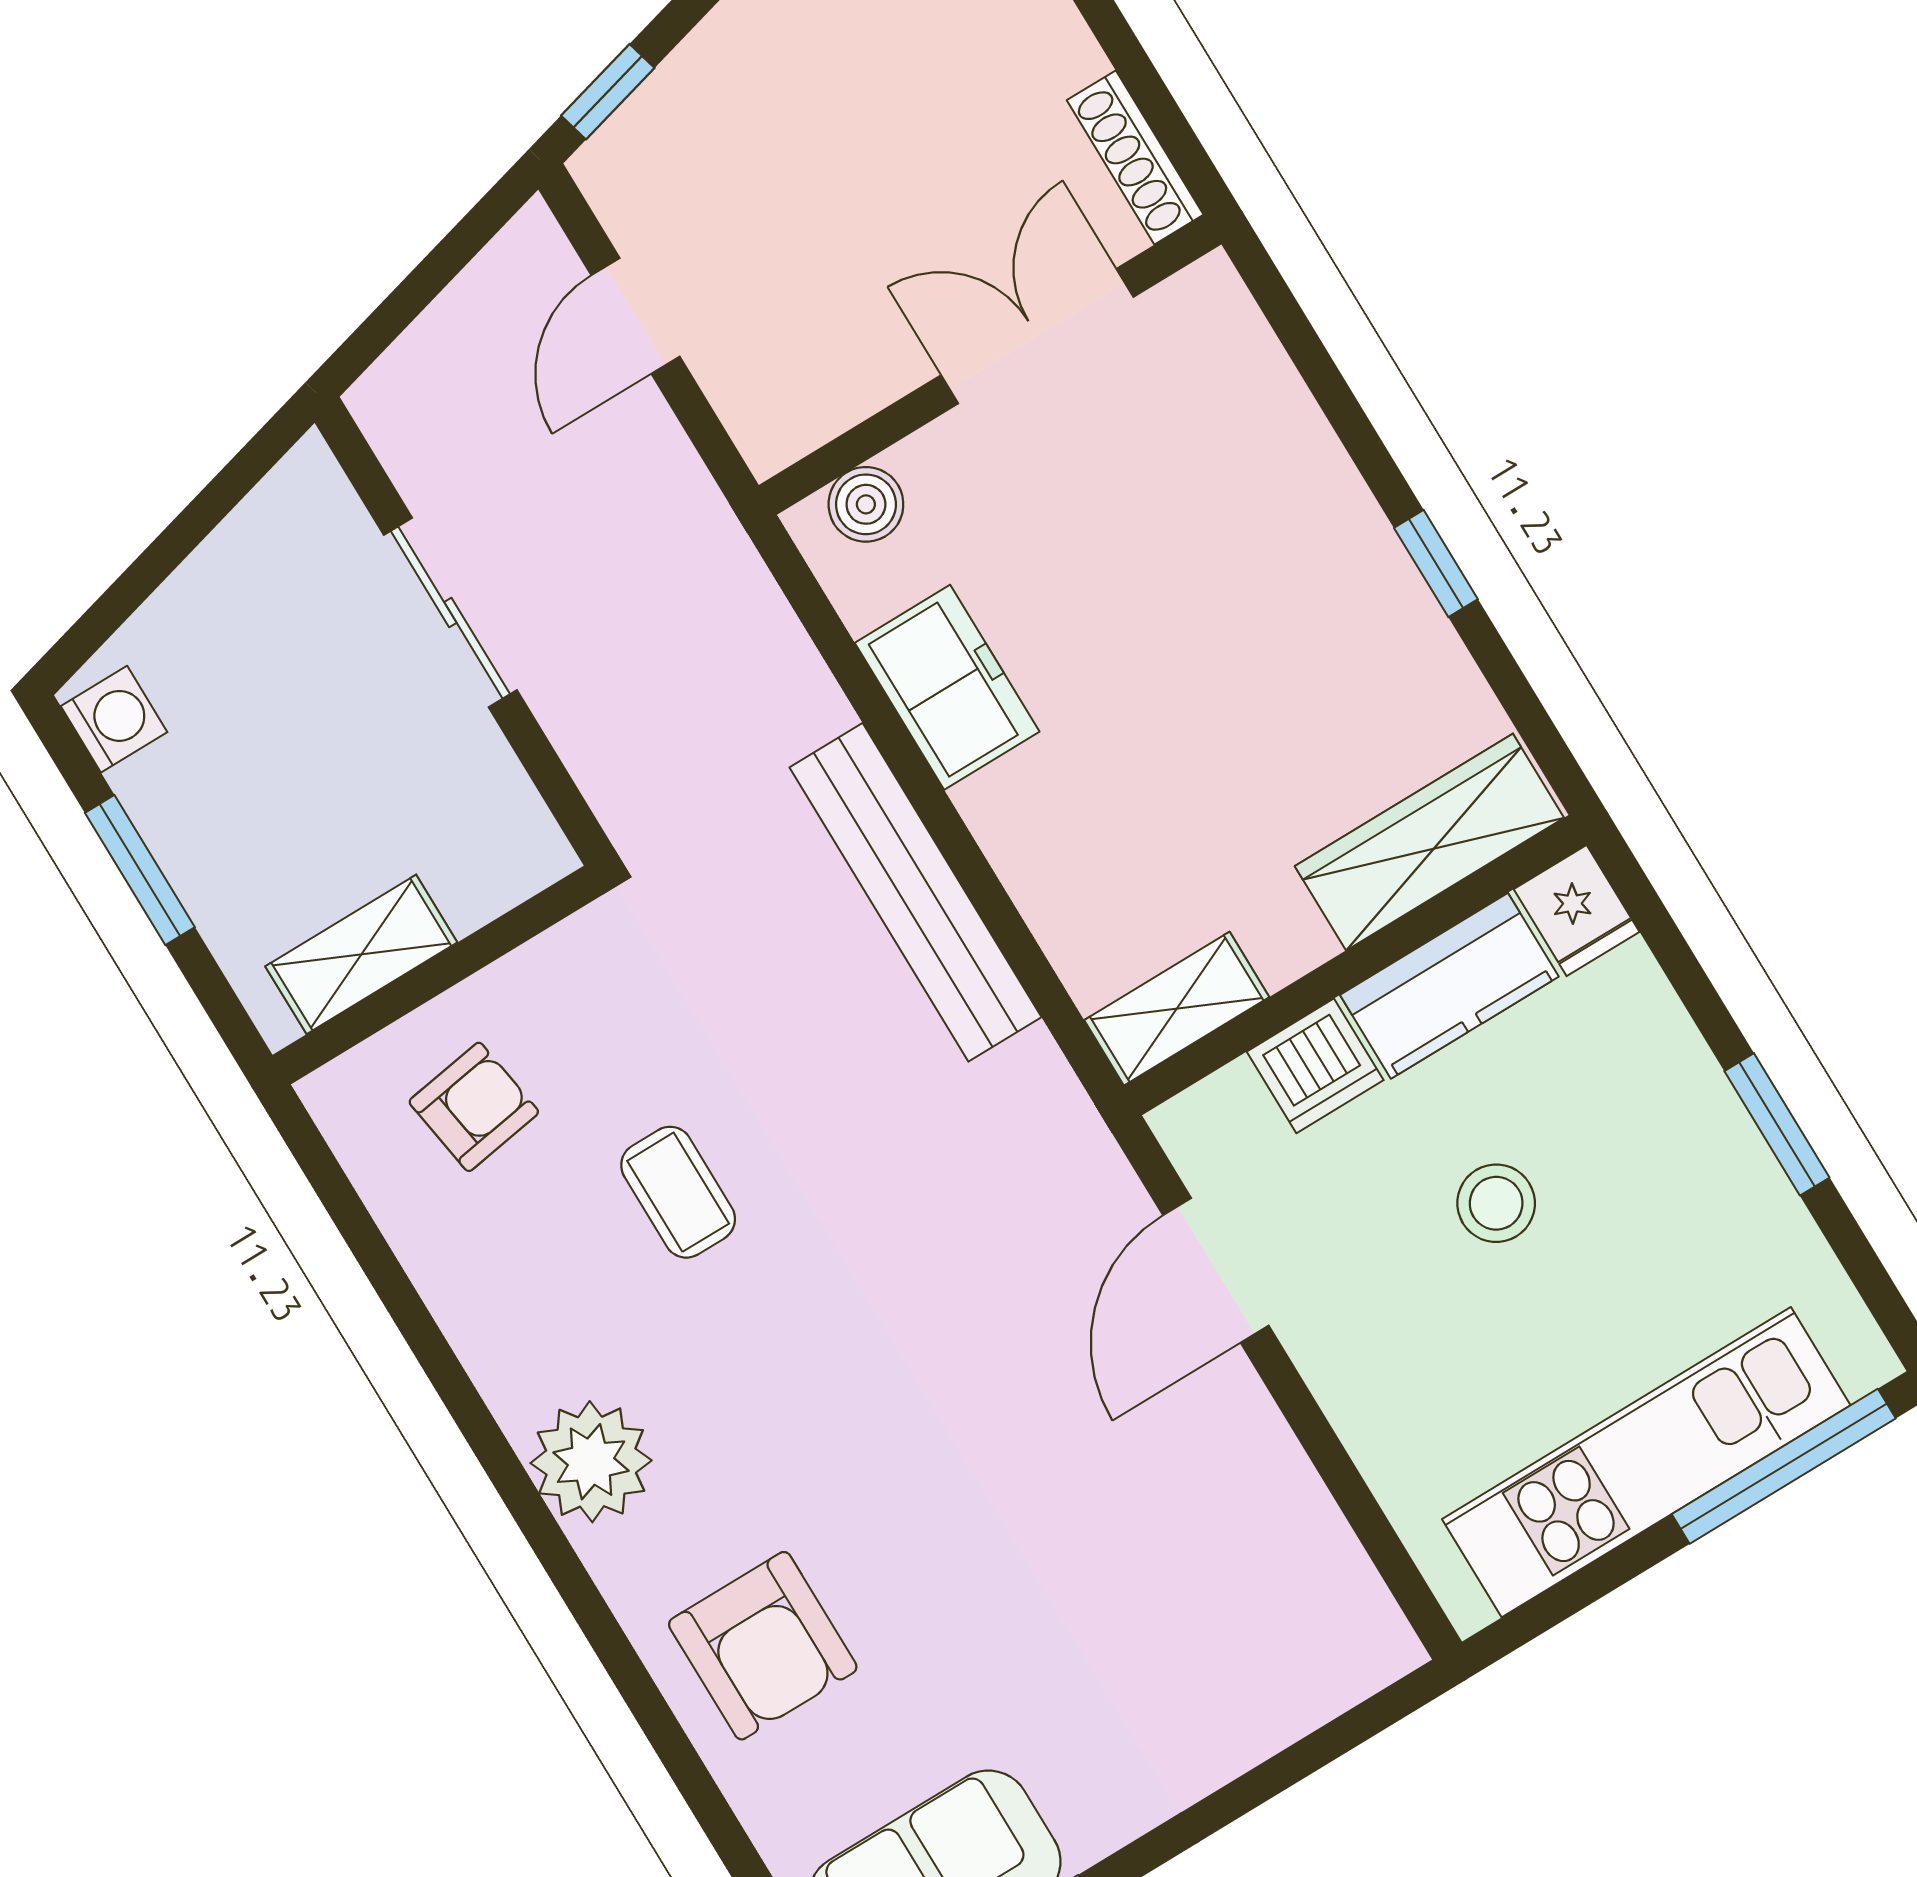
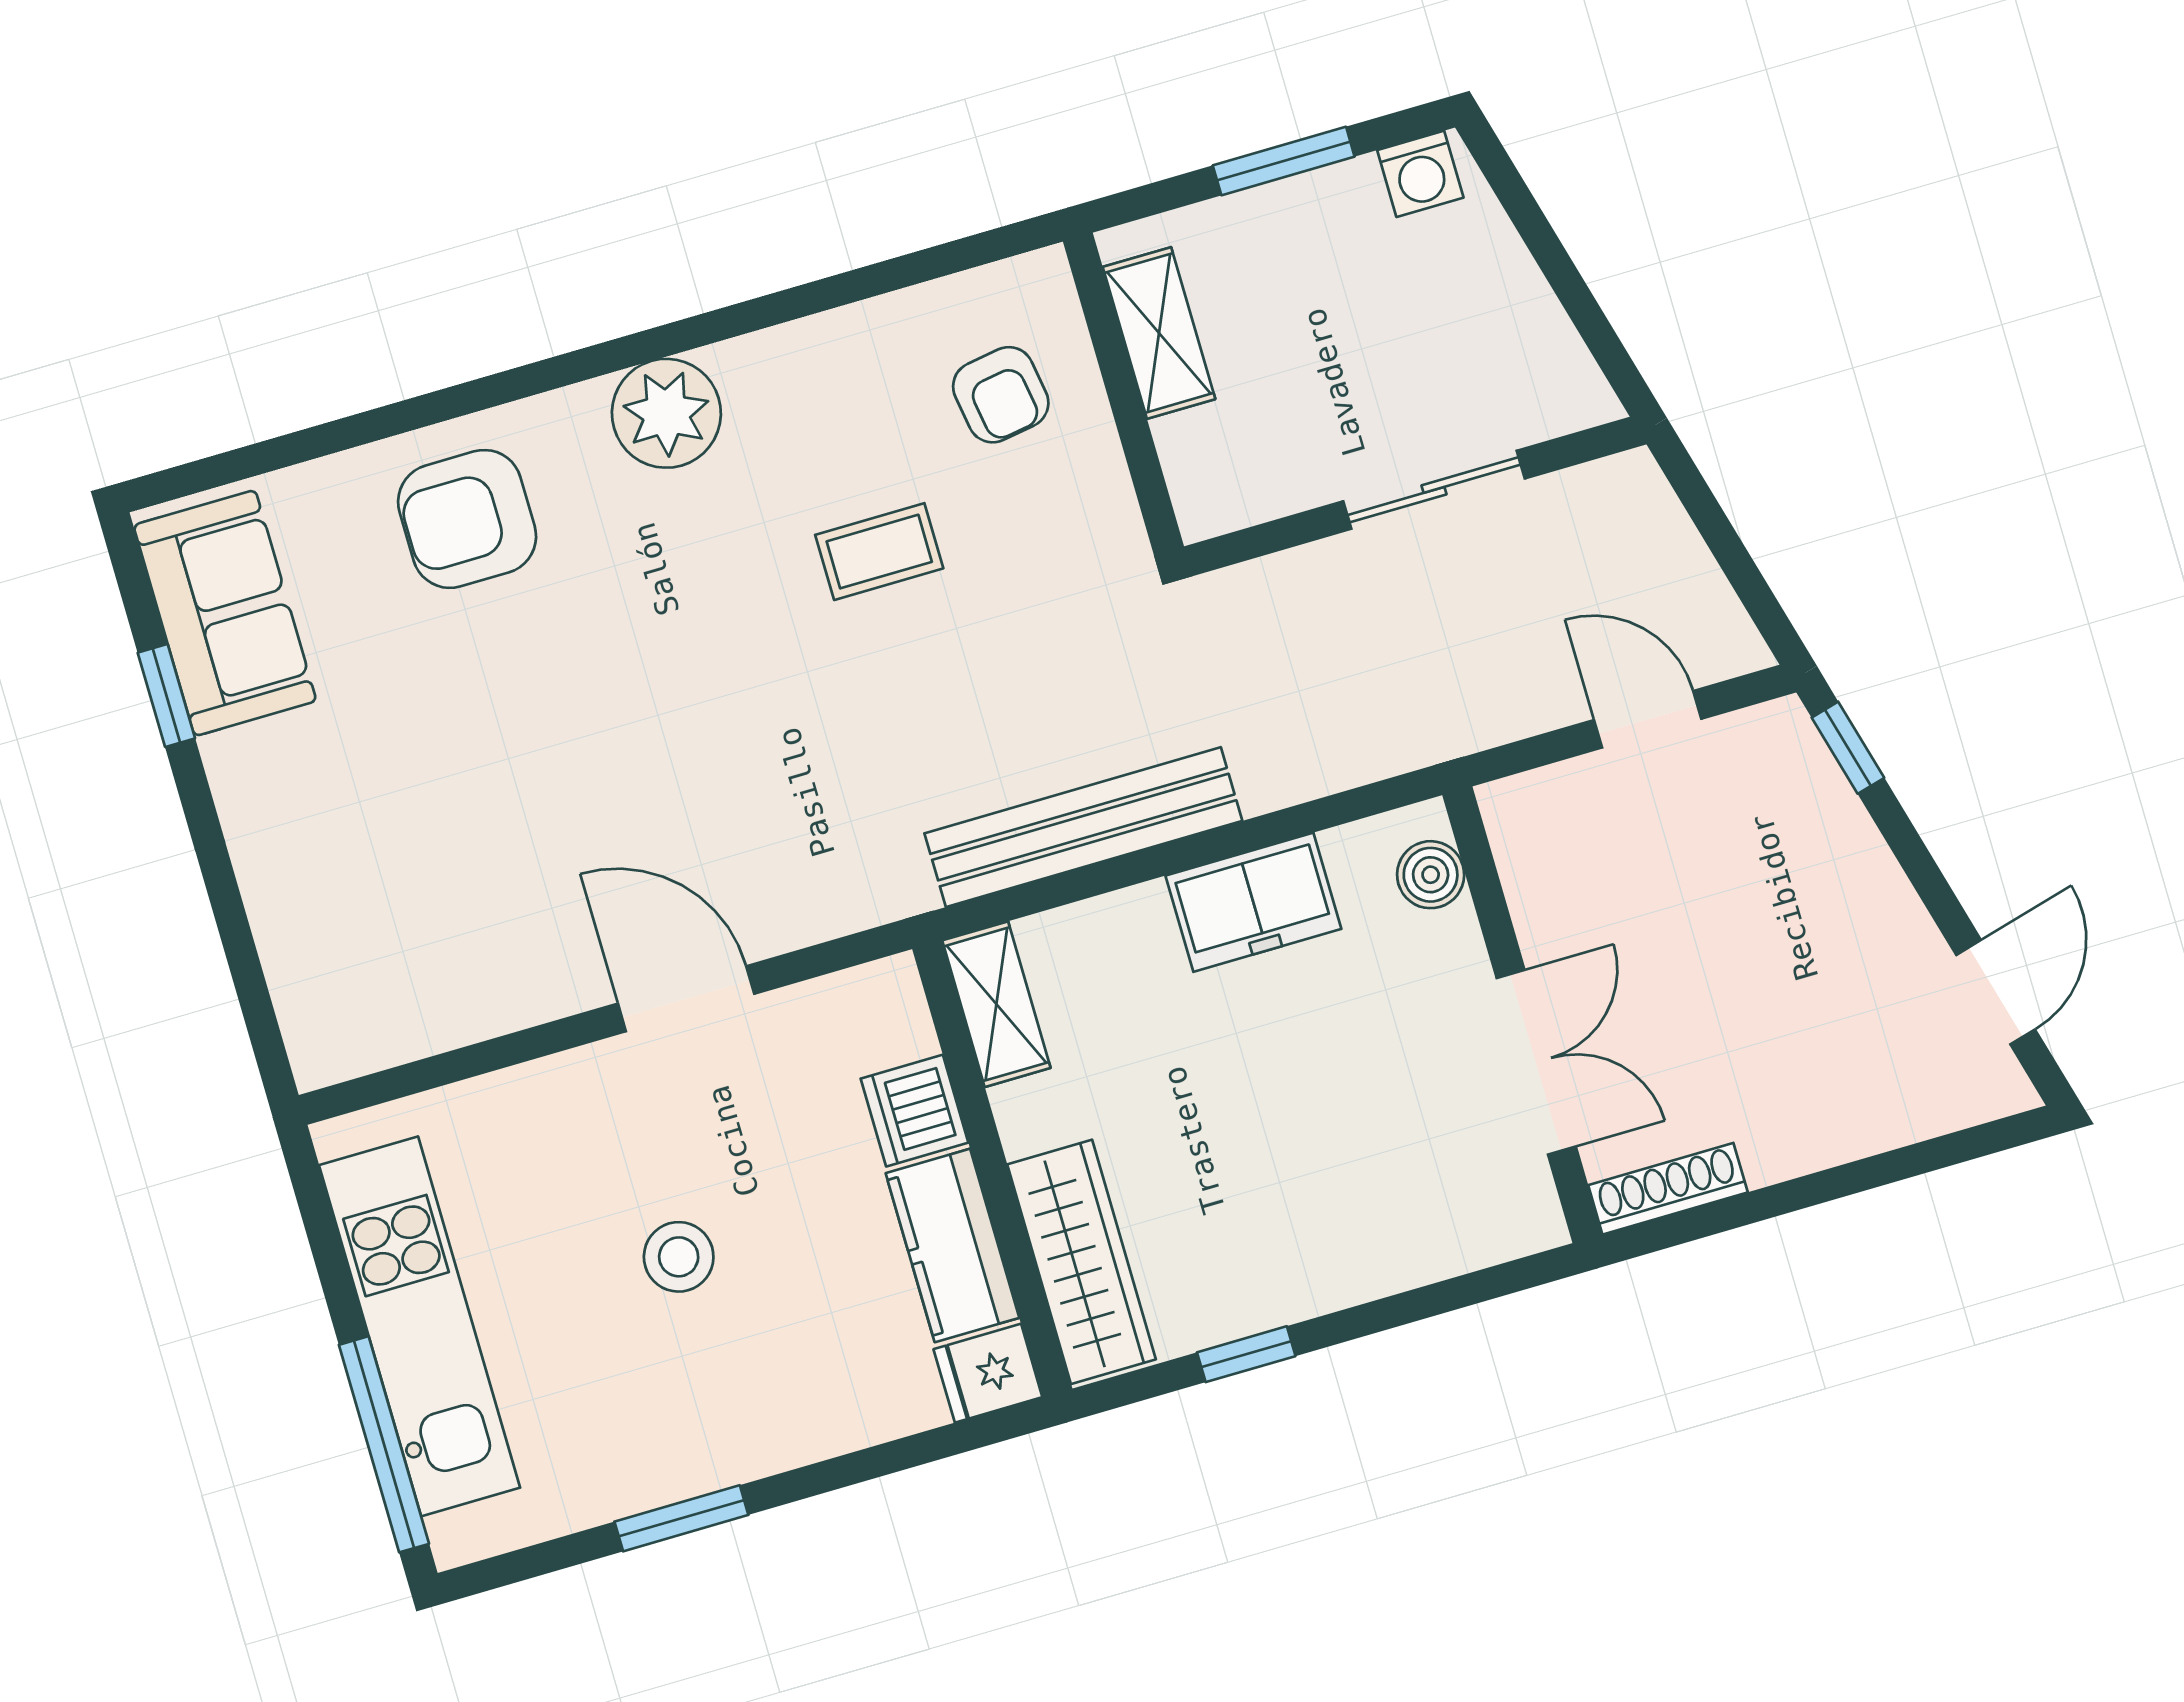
wardrobe: (1429, 842) -> (1081, 1262), moved
fridge: (1577, 910) -> (988, 1373), moved
wall: (1355, 965) -> (992, 1169), moved
kitchen counter: (1449, 986) -> (952, 1245), moved
shelving: (1177, 1009) -> (996, 1004), moved
dishwasher: (1315, 1066) -> (914, 1111), moved

